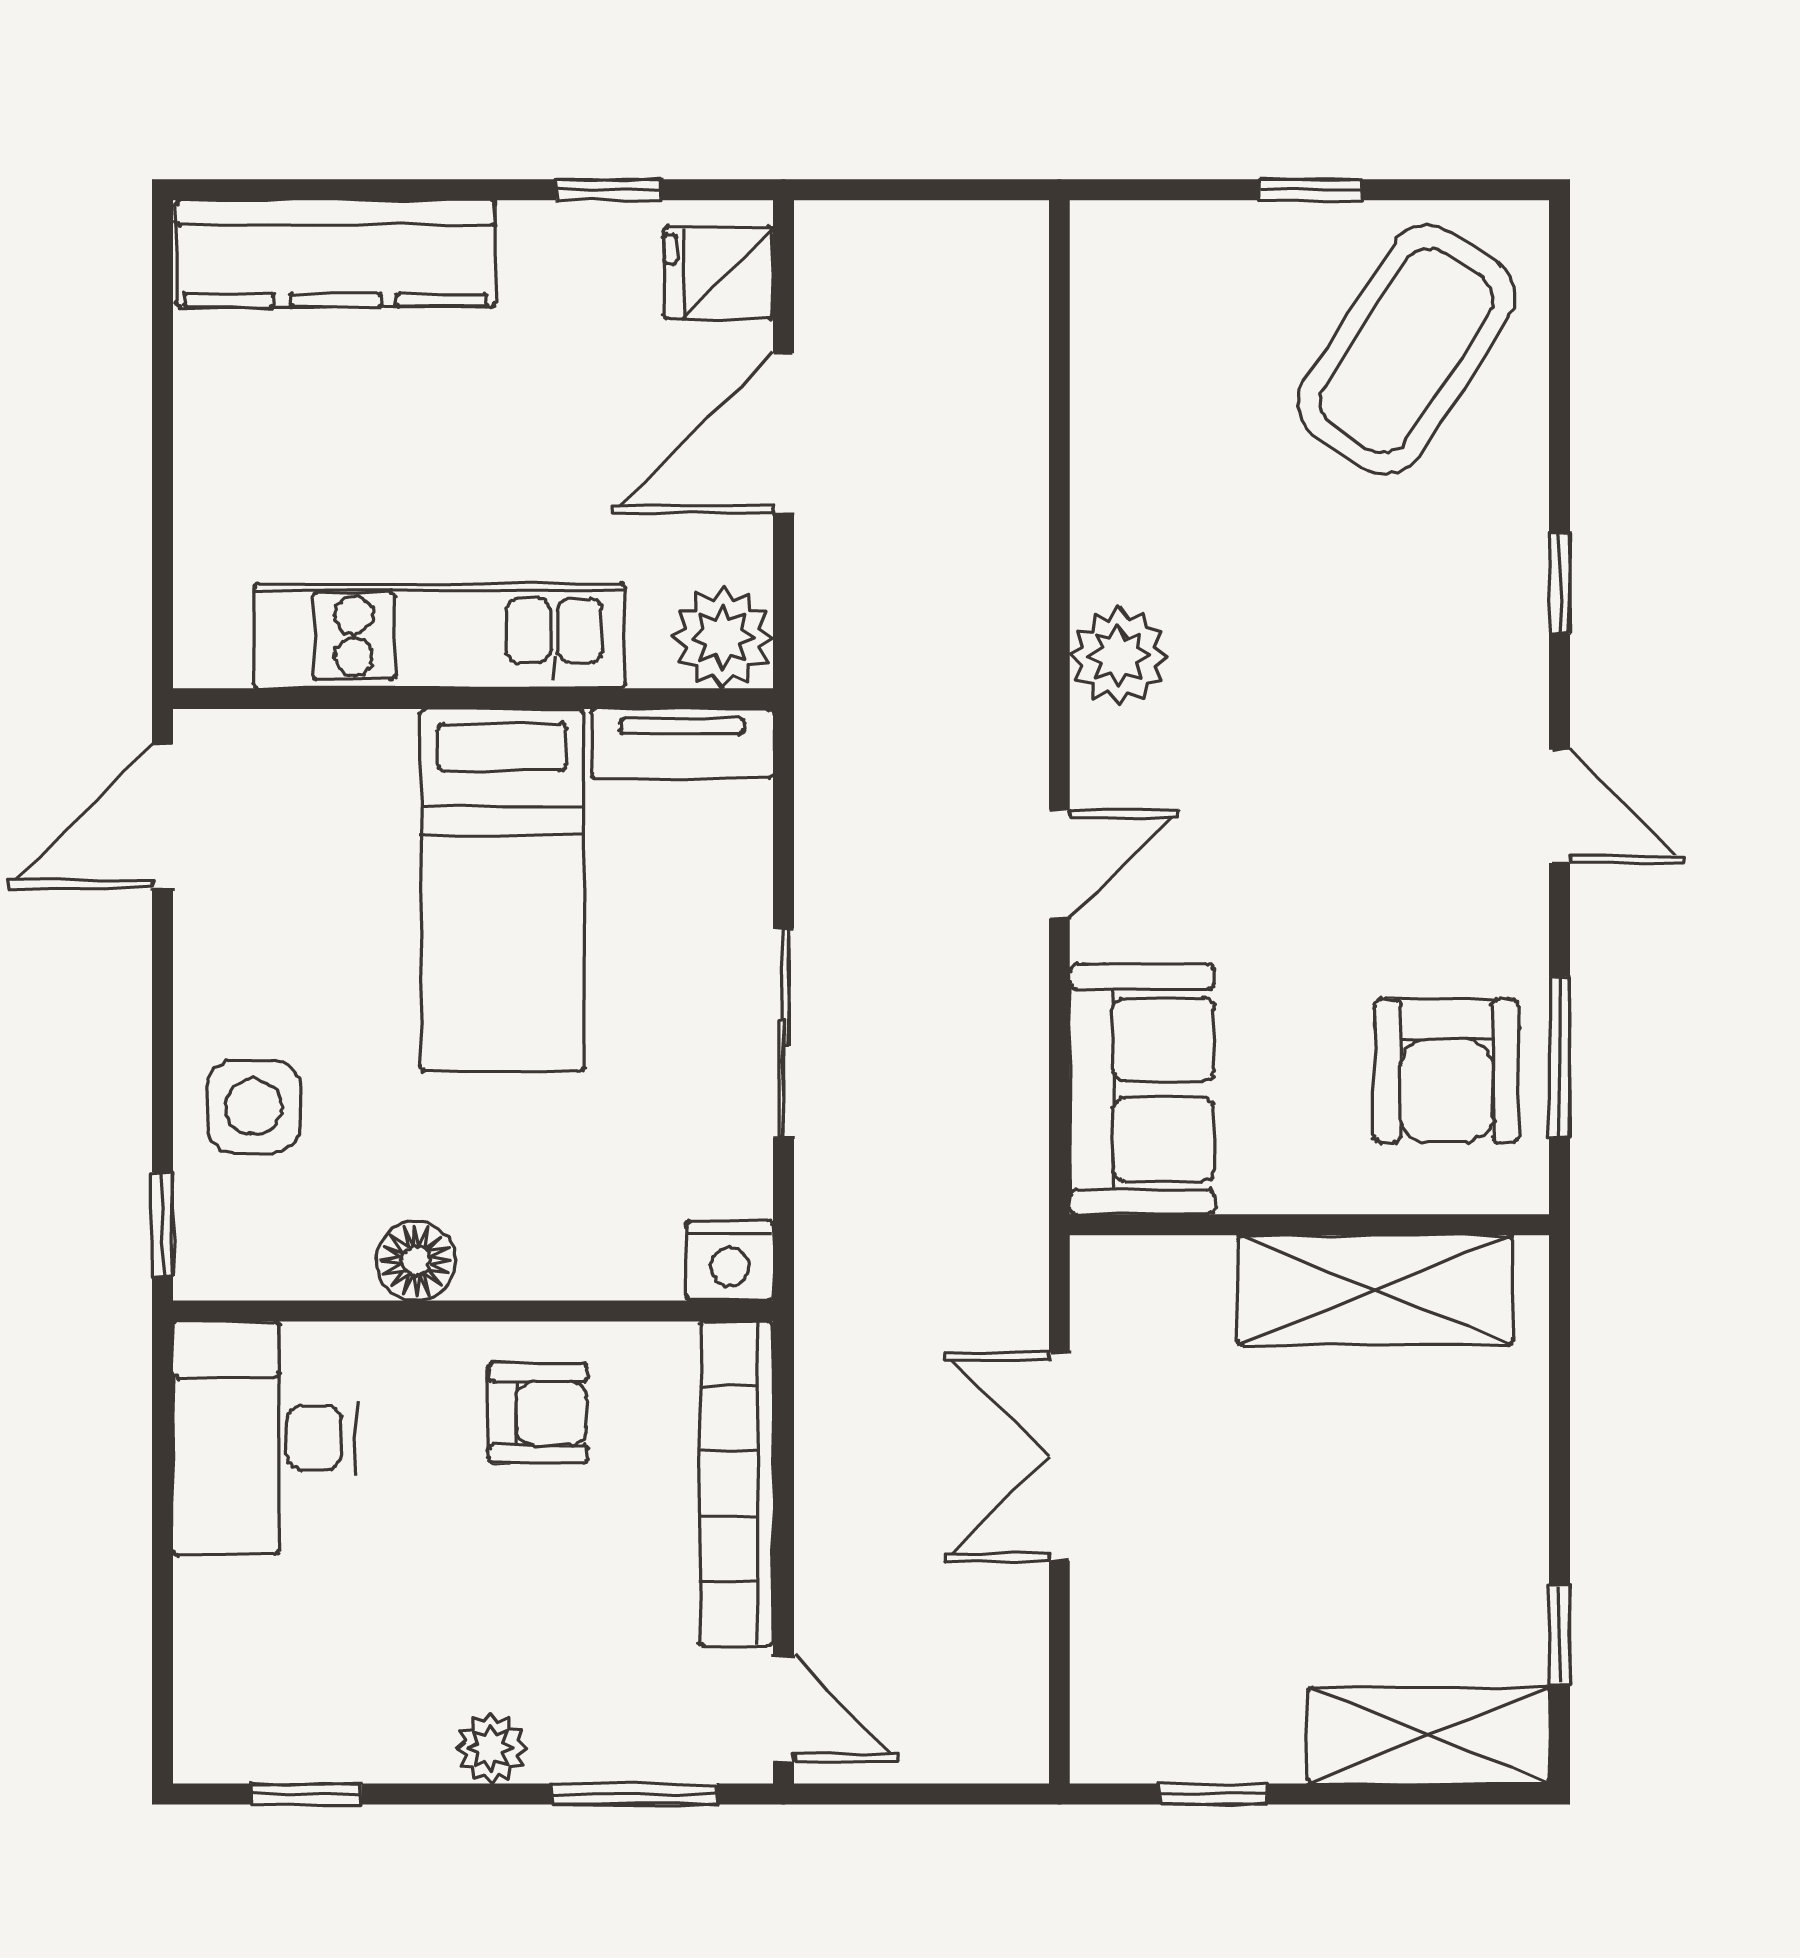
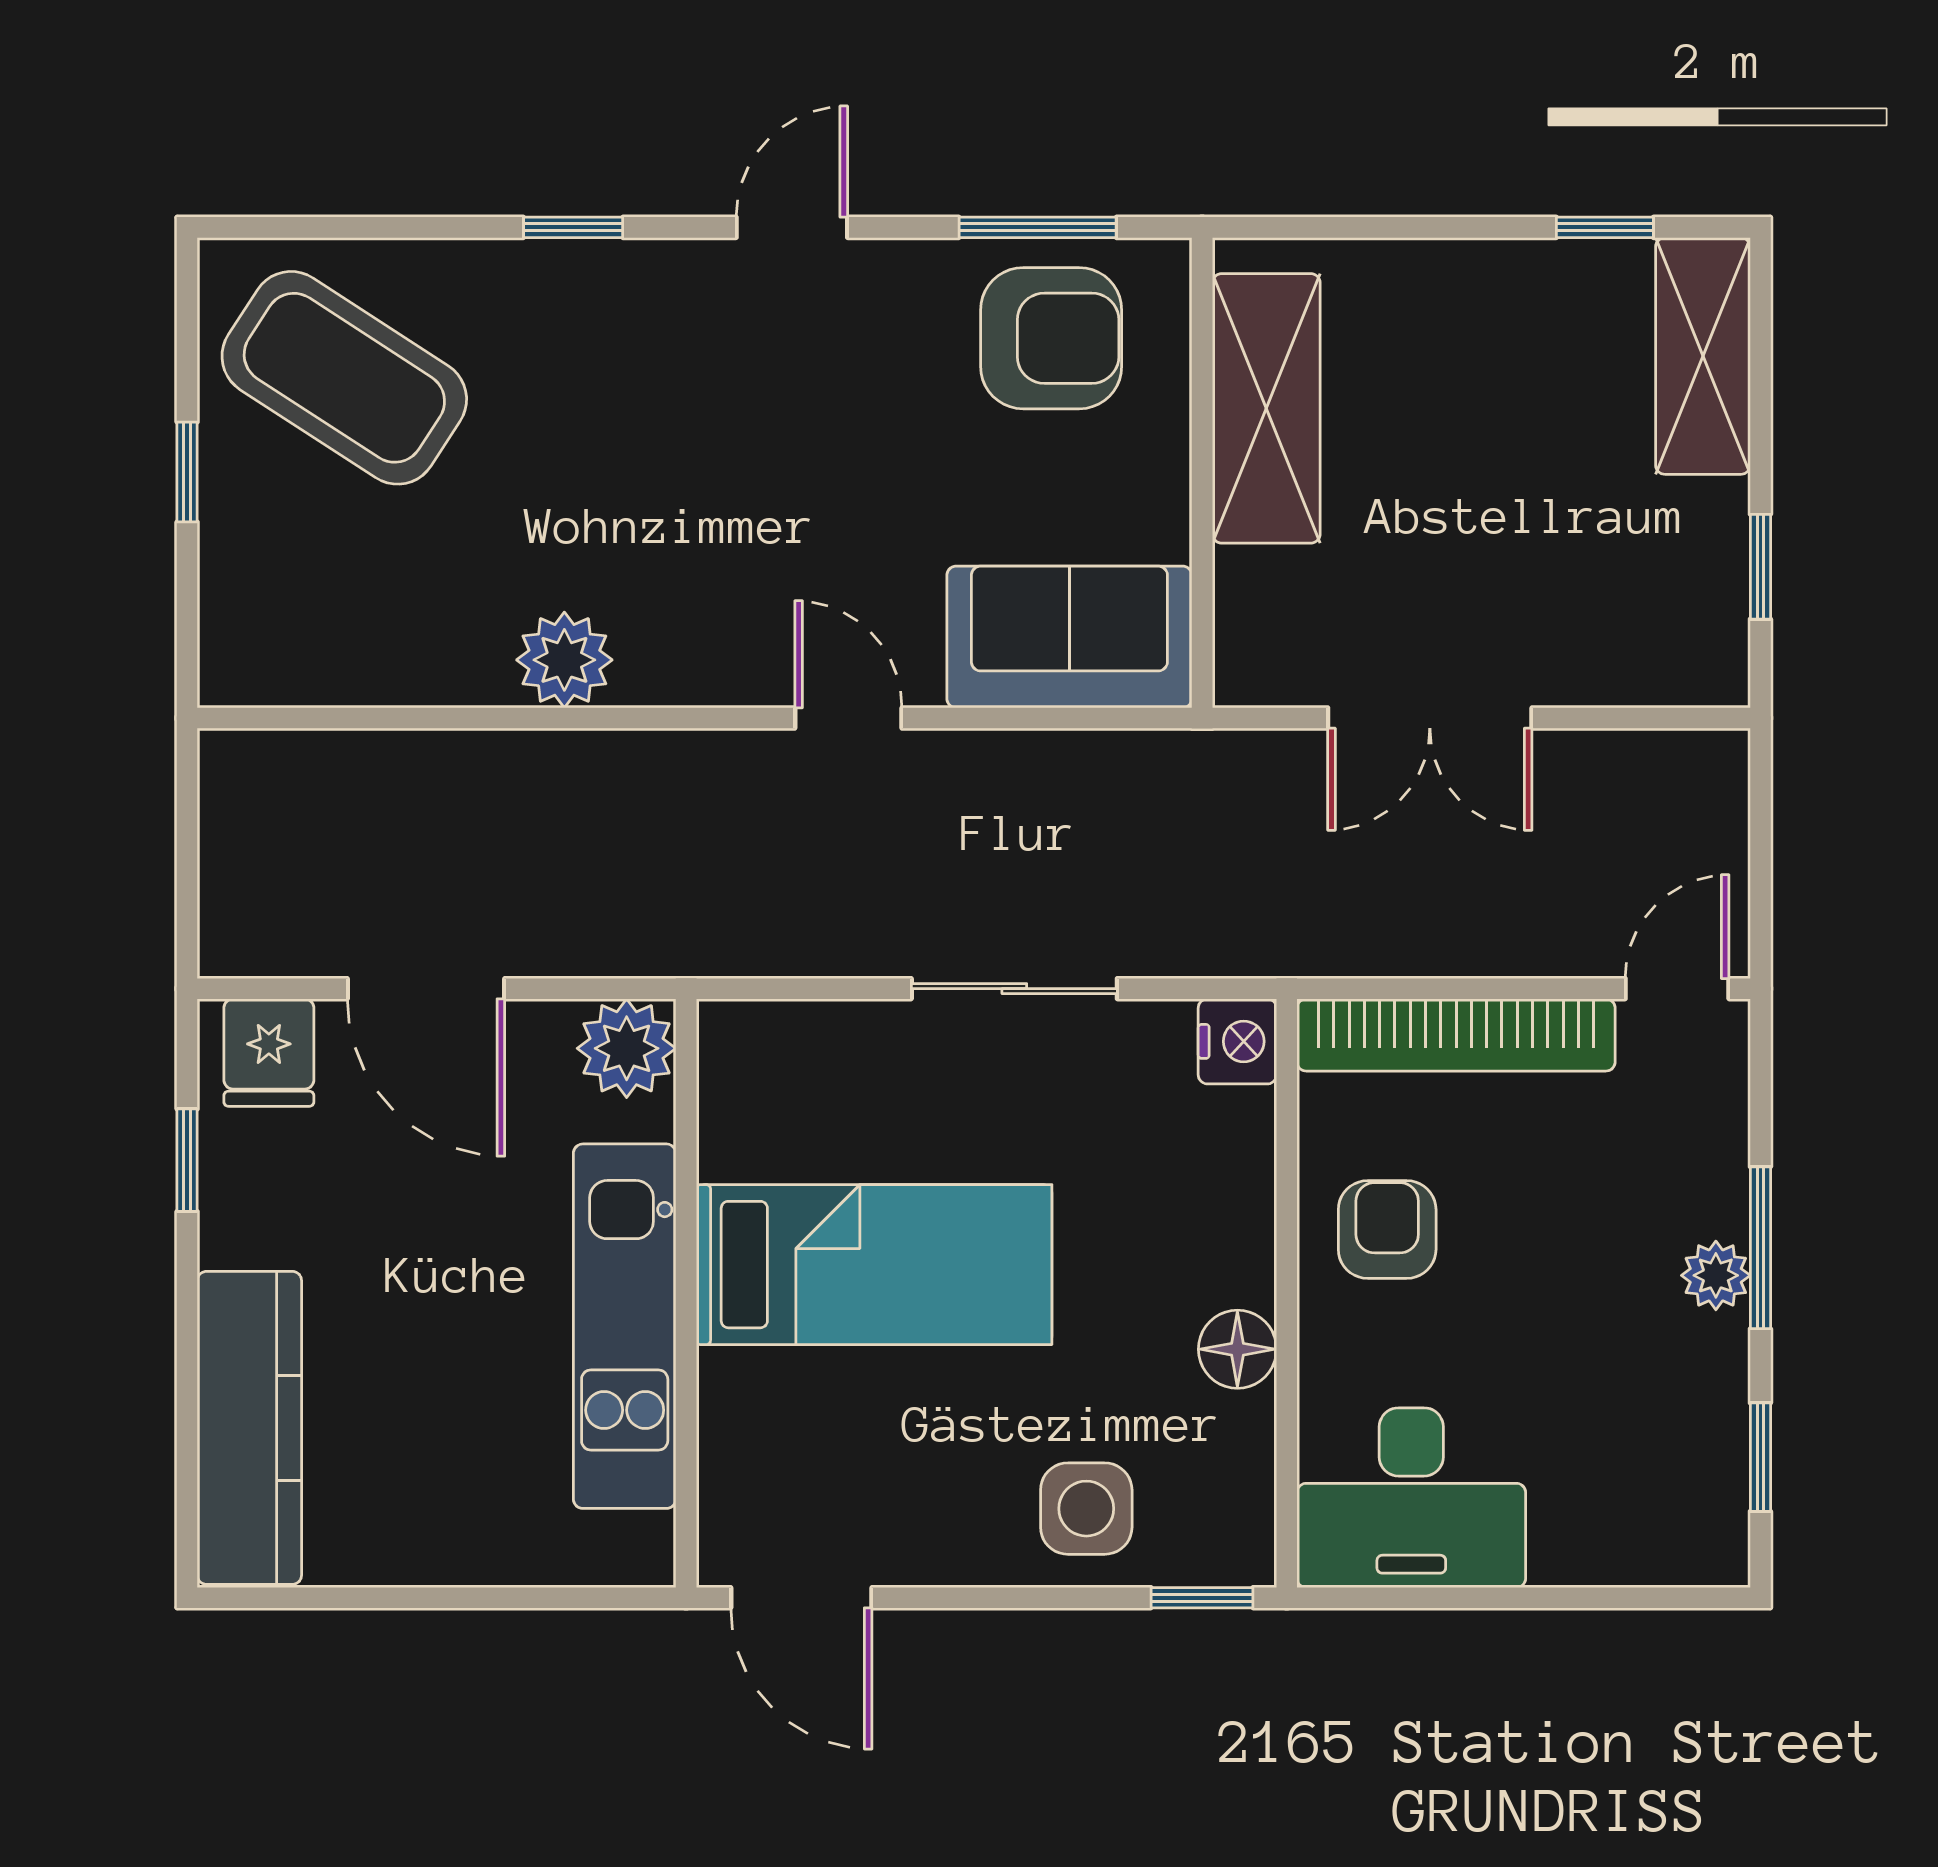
plant: (1119, 656) -> (564, 660), moved
tv unit: (682, 744) -> (730, 1088), removed
window: (634, 1794) -> (1760, 1248), moved

